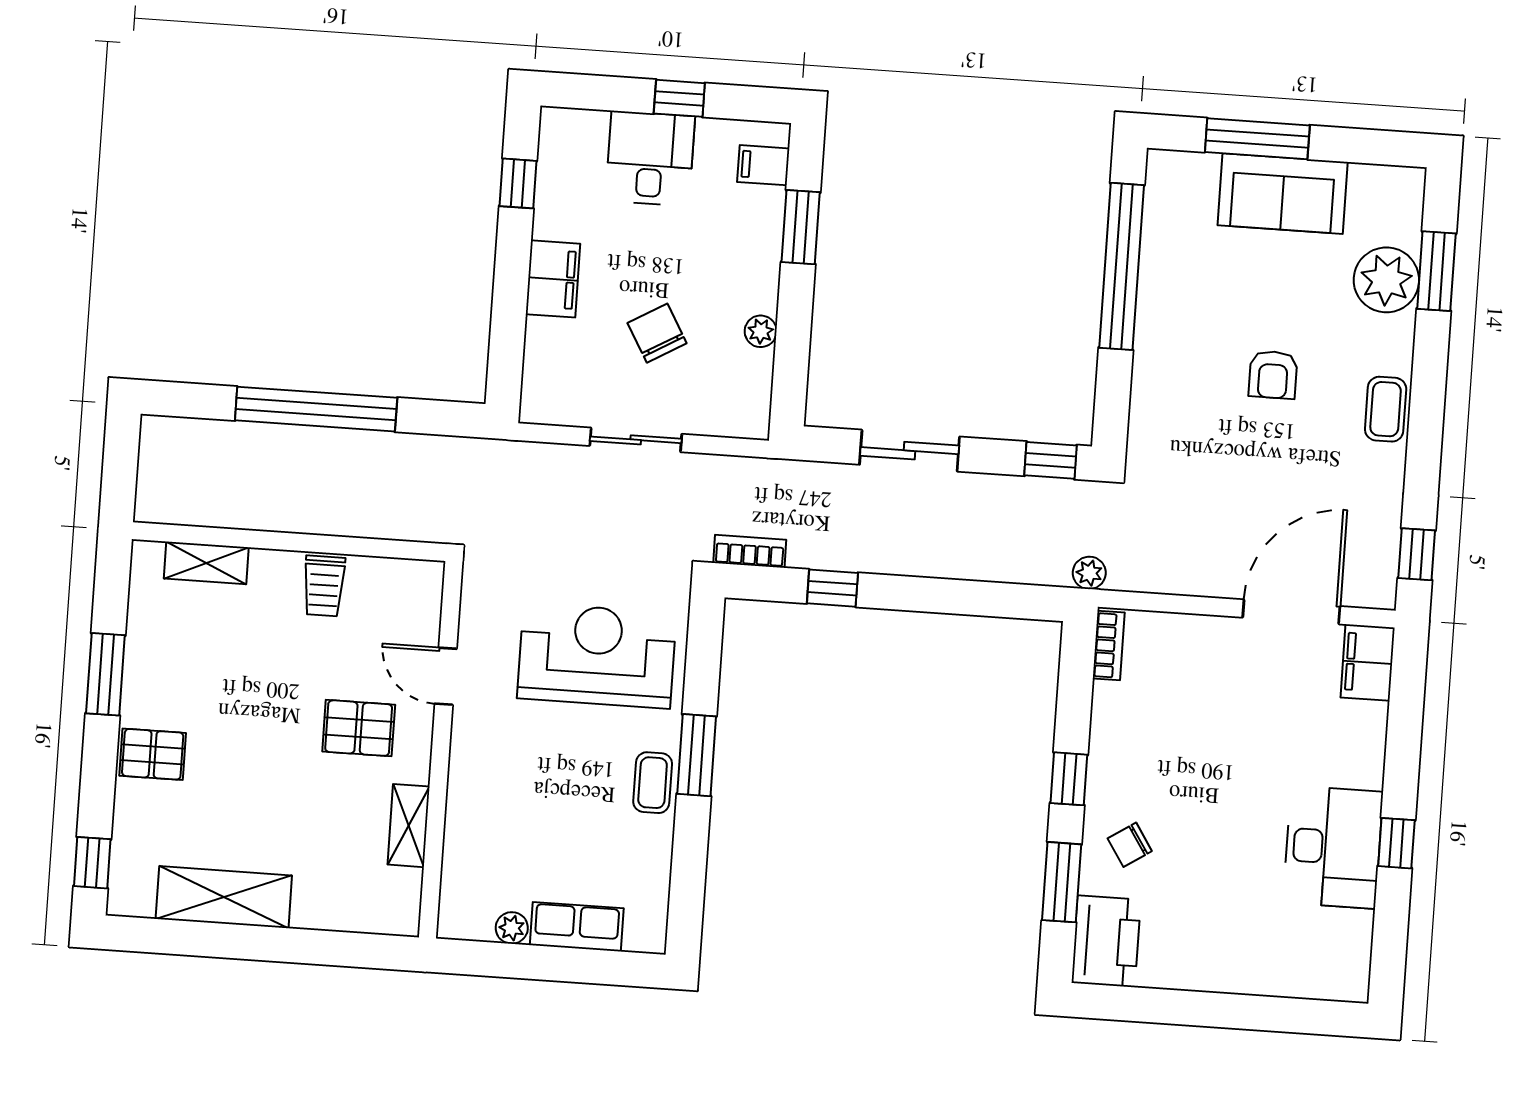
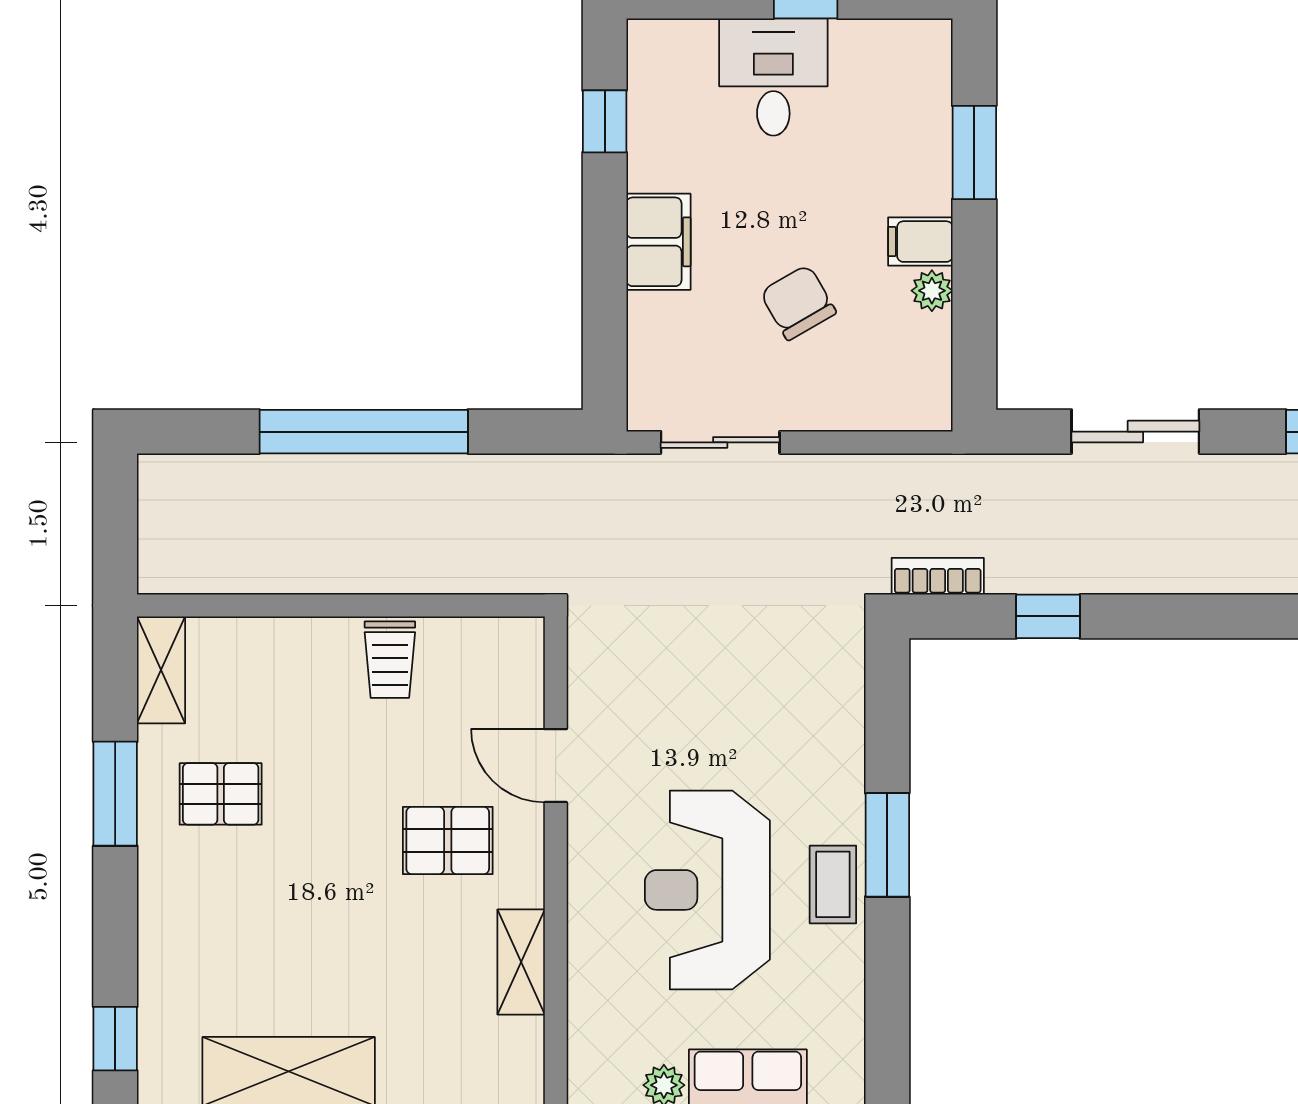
filing cabinet: (763, 165) -> (920, 242), moved
sliding door: (636, 440) -> (720, 442), moved
shelving: (206, 563) -> (161, 670), moved, turned 90
reception desk: (597, 656) -> (707, 890), moved, turned -90
pallet: (153, 754) -> (221, 794), moved

